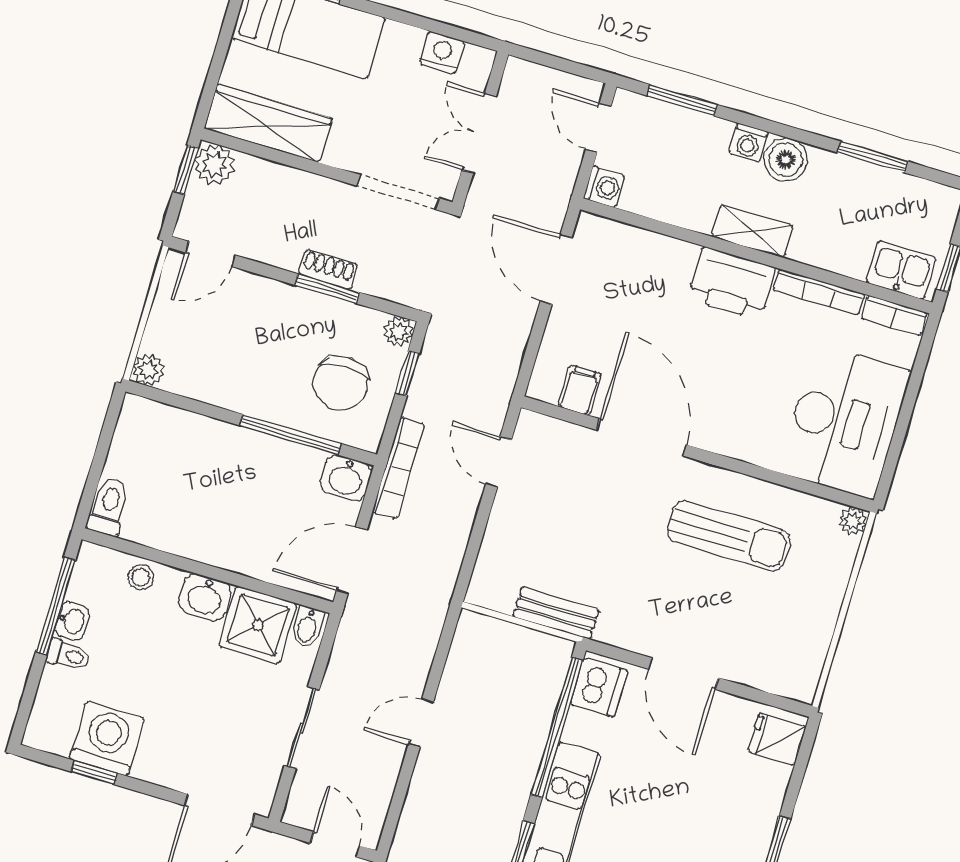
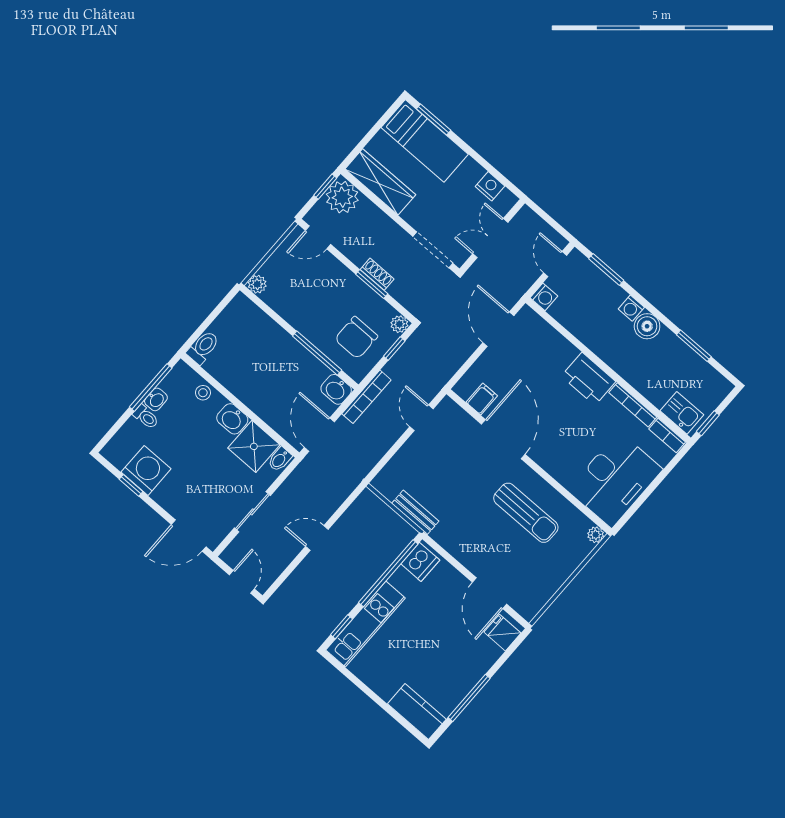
plant: (214, 165) -> (342, 197), width x1.36, depth x1.36
shelving: (752, 231) -> (612, 356), removed
door: (352, 560) -> (319, 435), hinge flipped
door: (683, 673) -> (489, 593), moved

